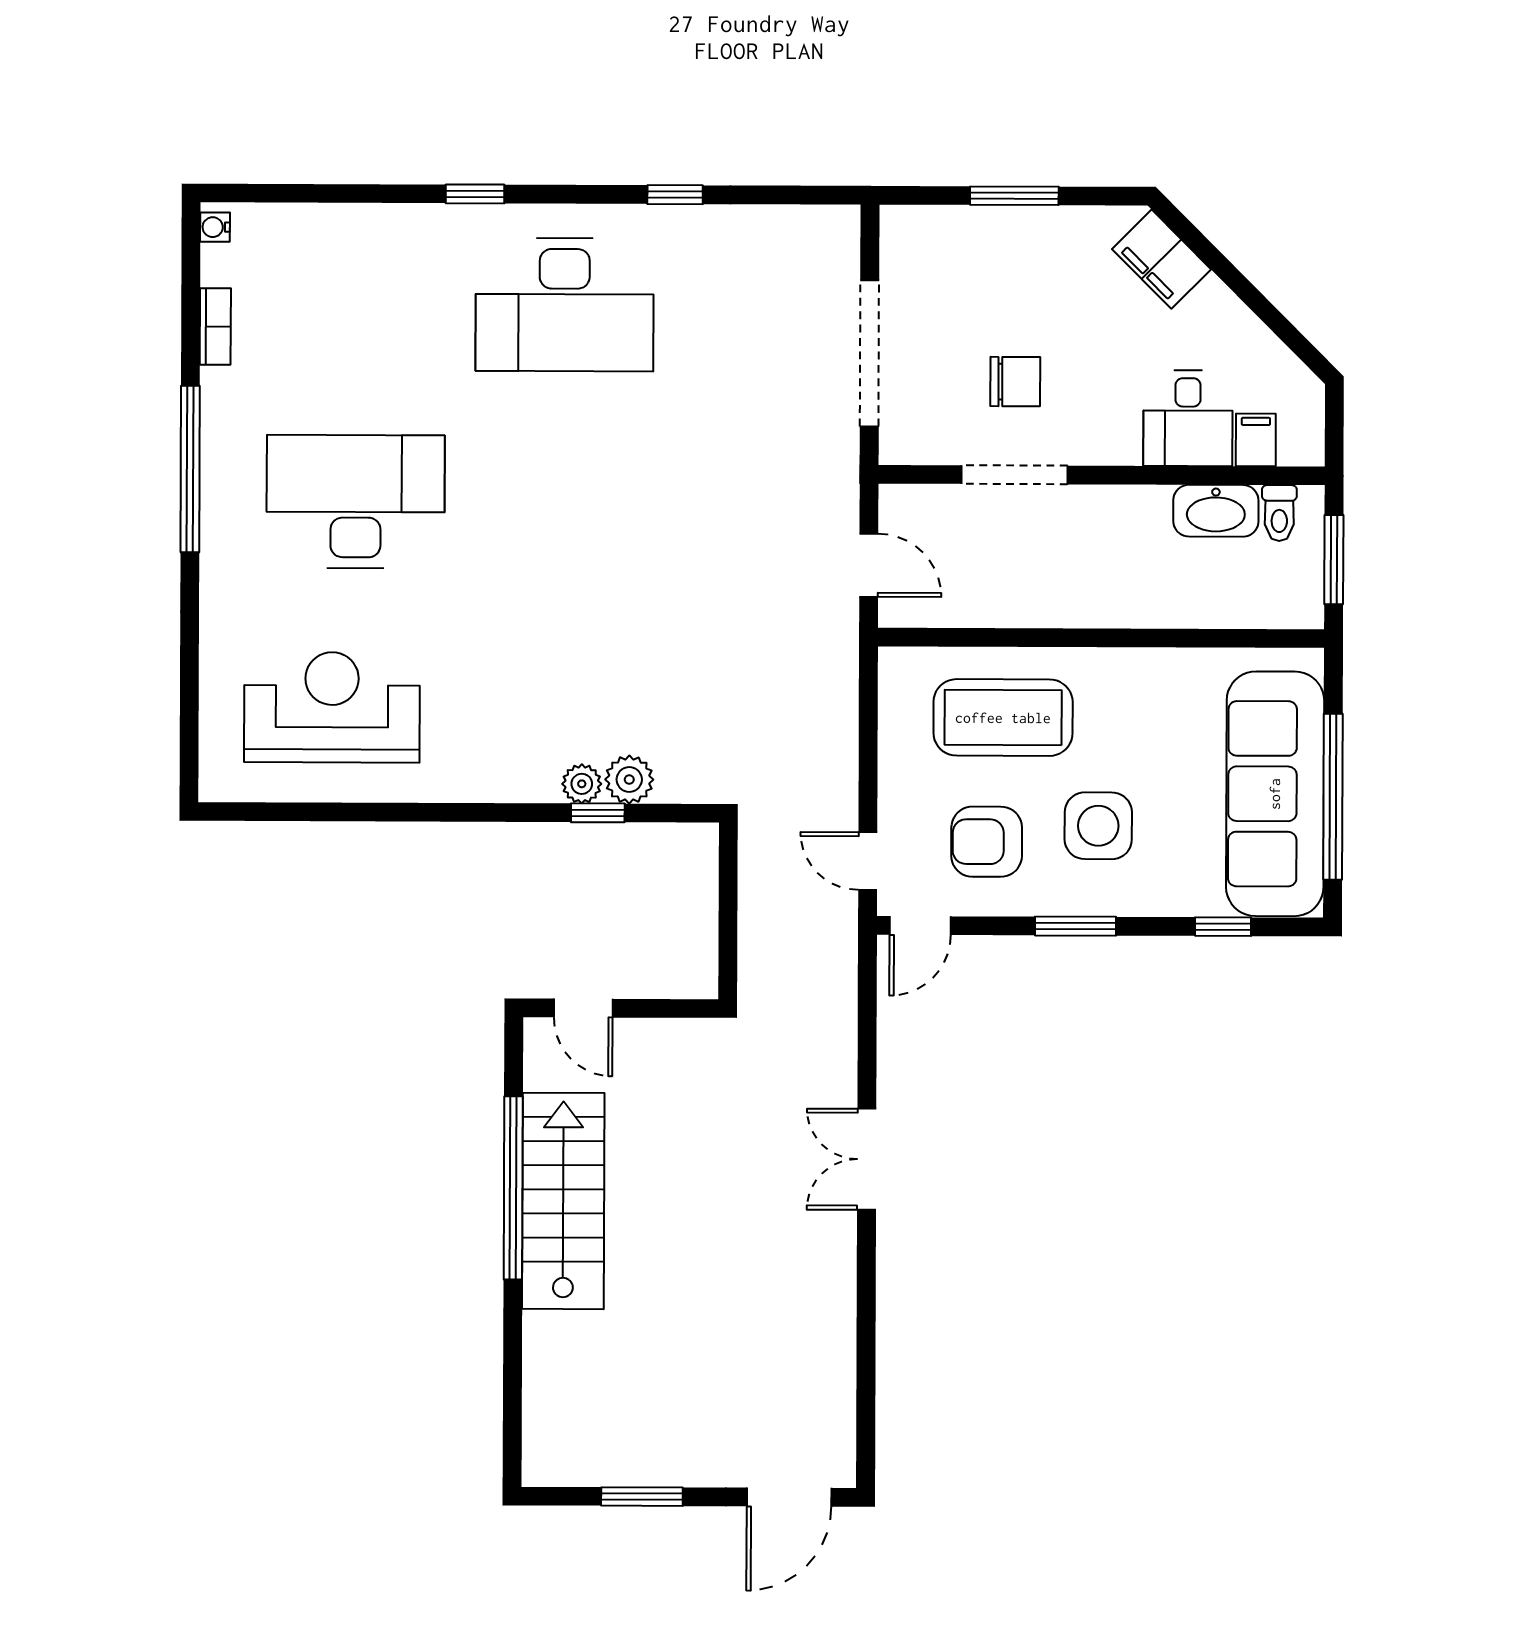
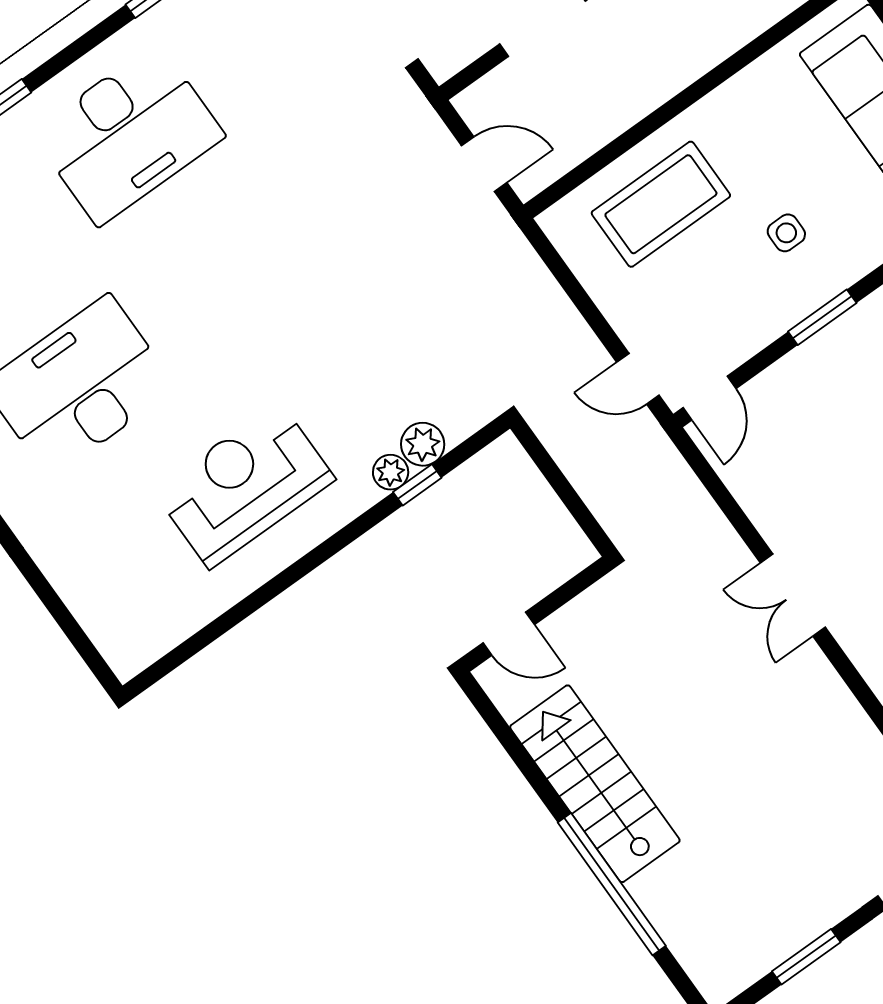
reception desk: (332, 707) -> (244, 485), moved
side table: (1098, 826) -> (786, 233), width x0.54, depth x0.54
armchair: (987, 842) -> (714, 303), removed
window: (513, 1188) -> (612, 884), moved

